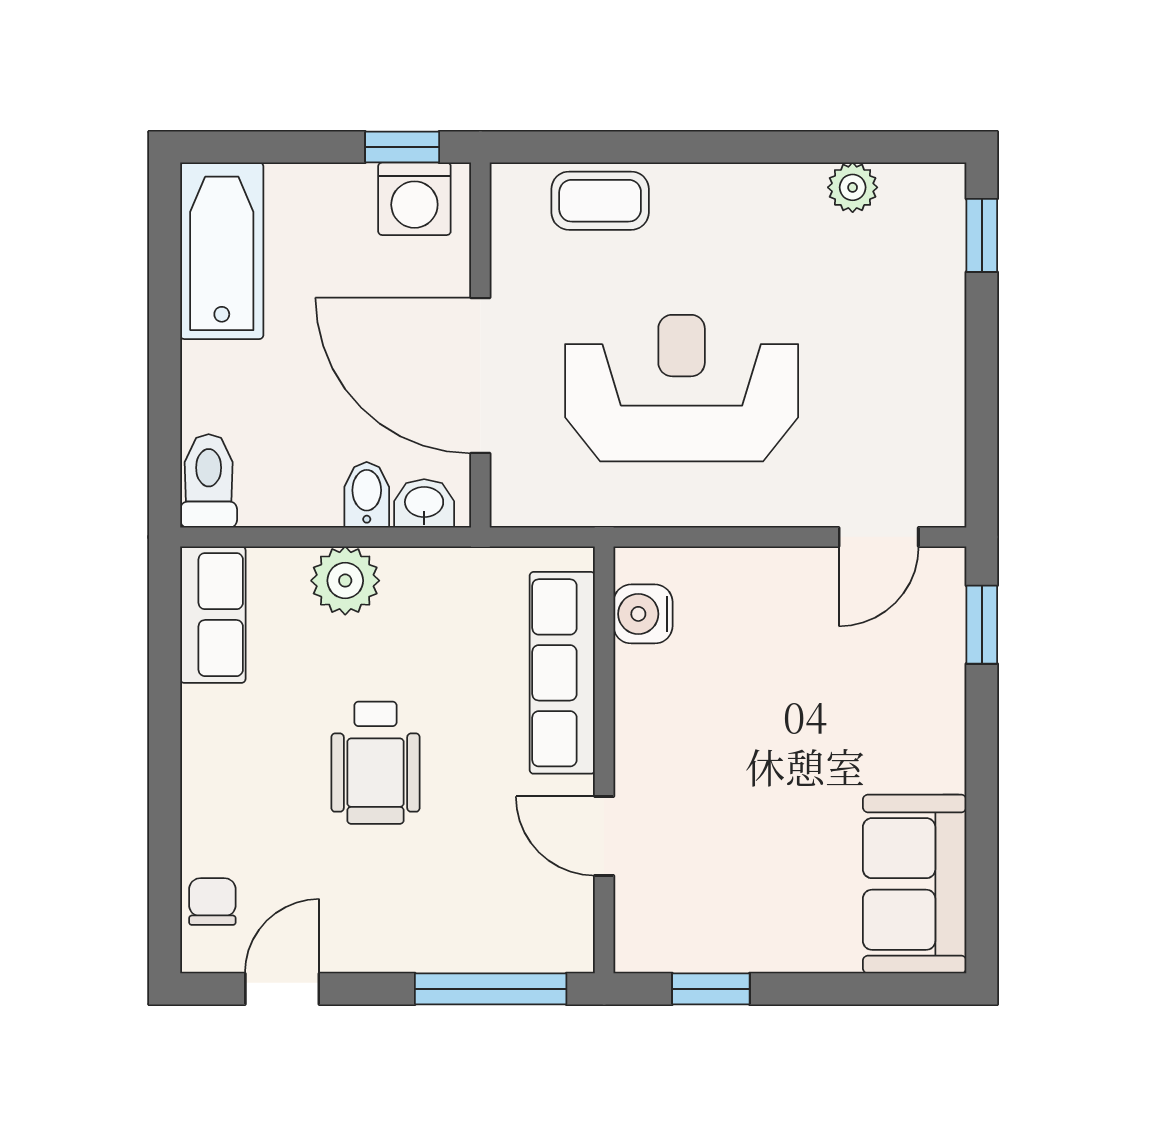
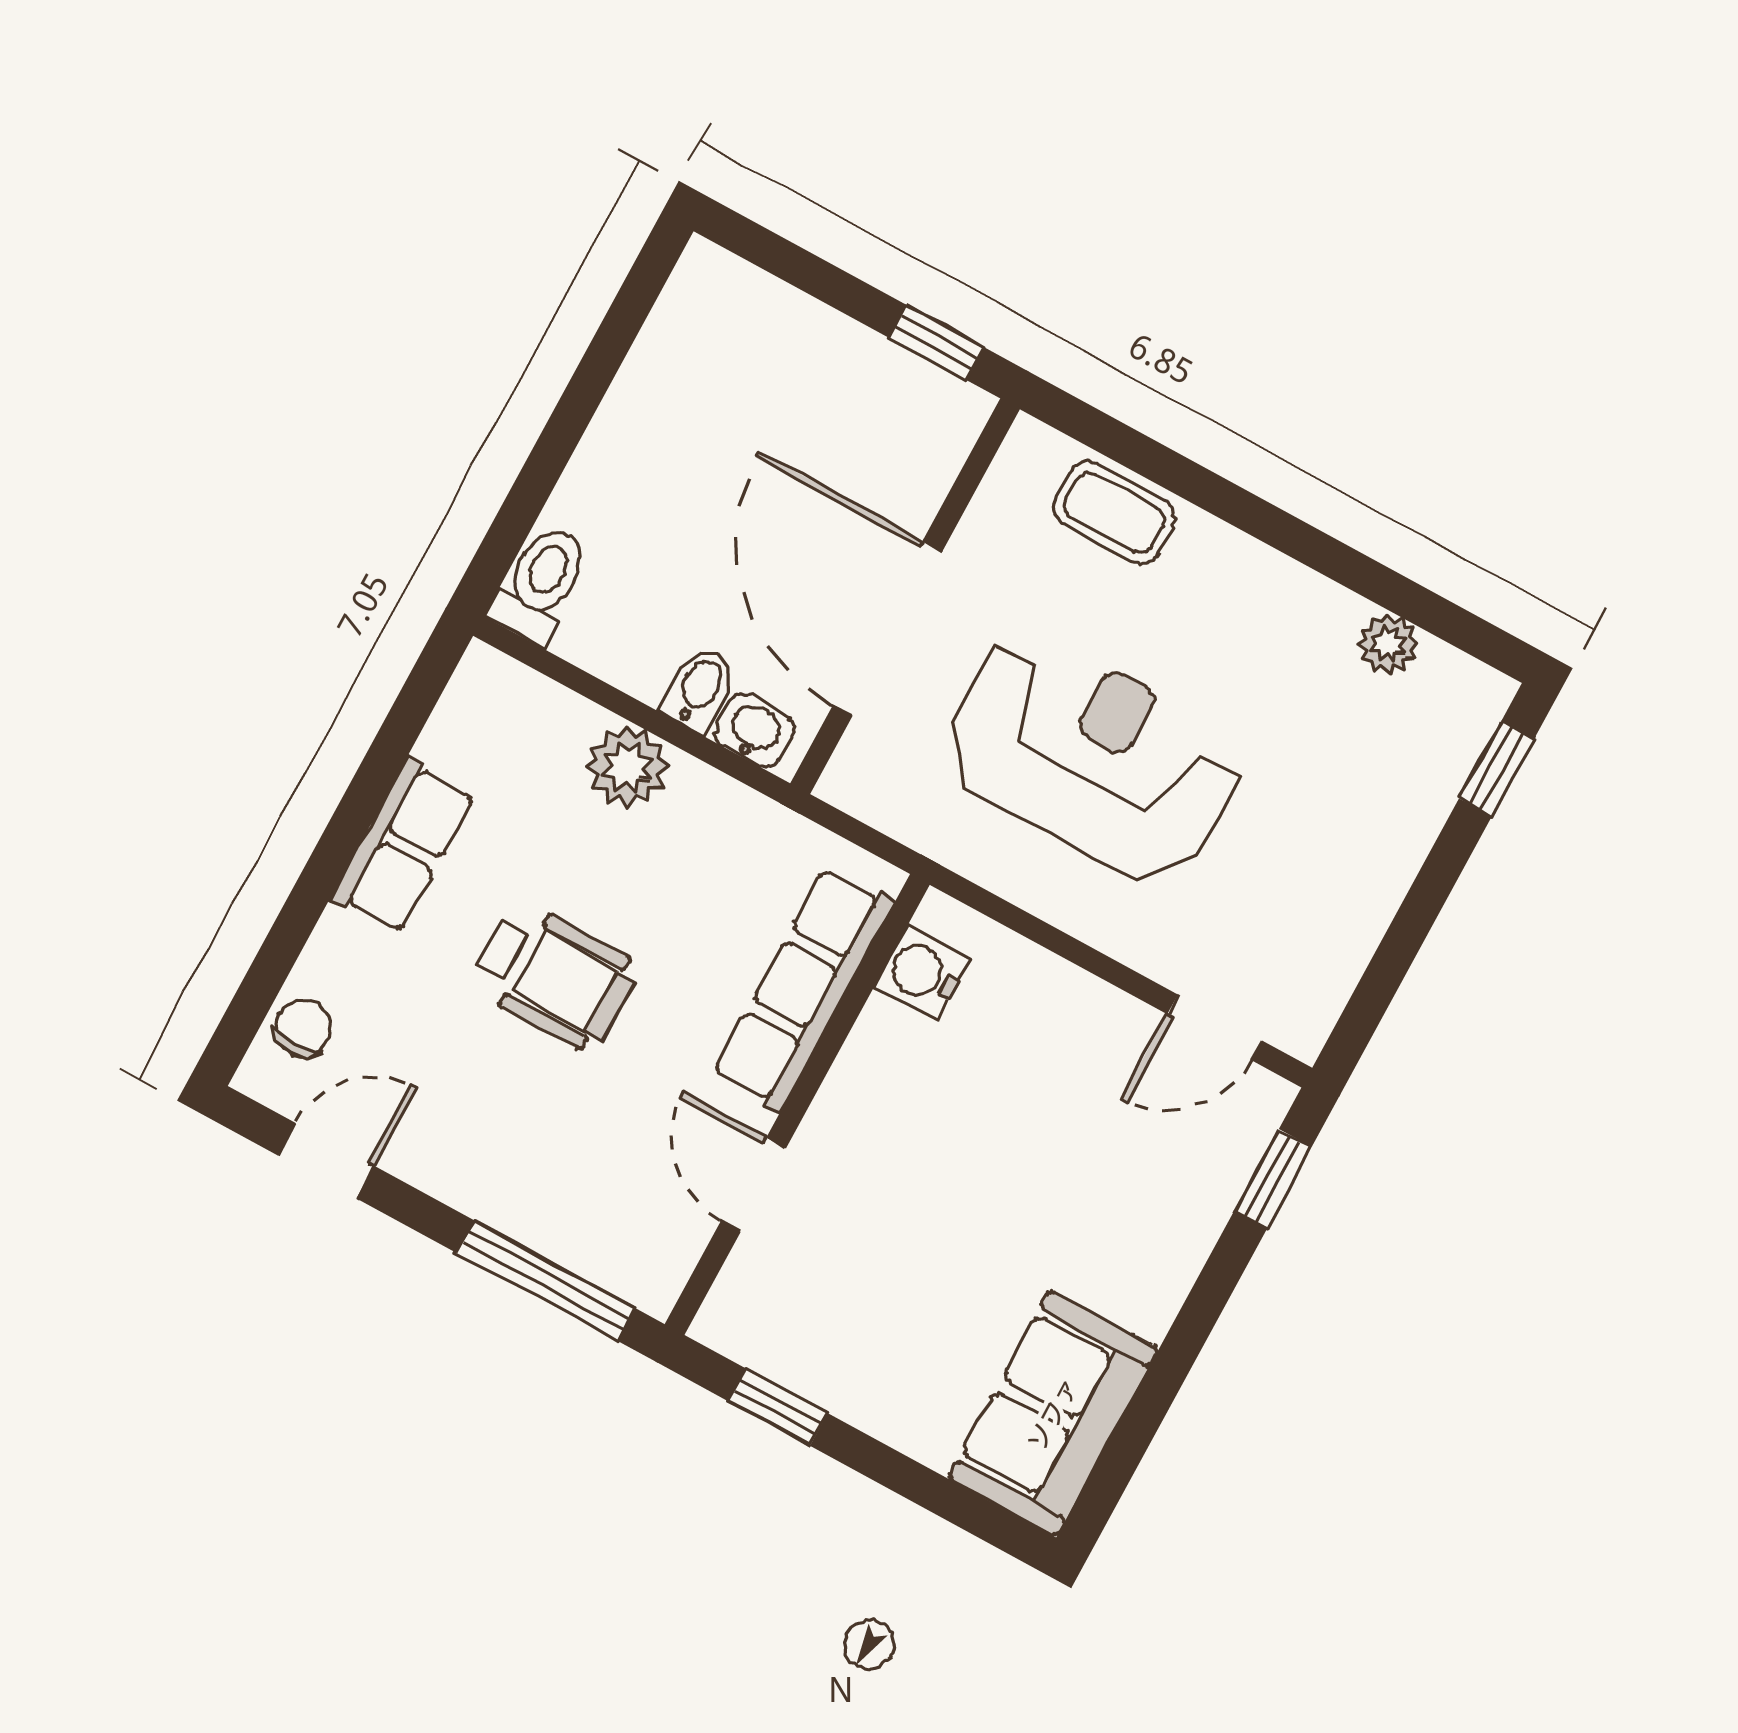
washing machine: (414, 199) -> (920, 404), removed
bathtub: (222, 251) -> (687, 348), removed
row of seats: (213, 615) -> (403, 846), moved
wheelchair: (376, 763) -> (555, 976), turned -90

